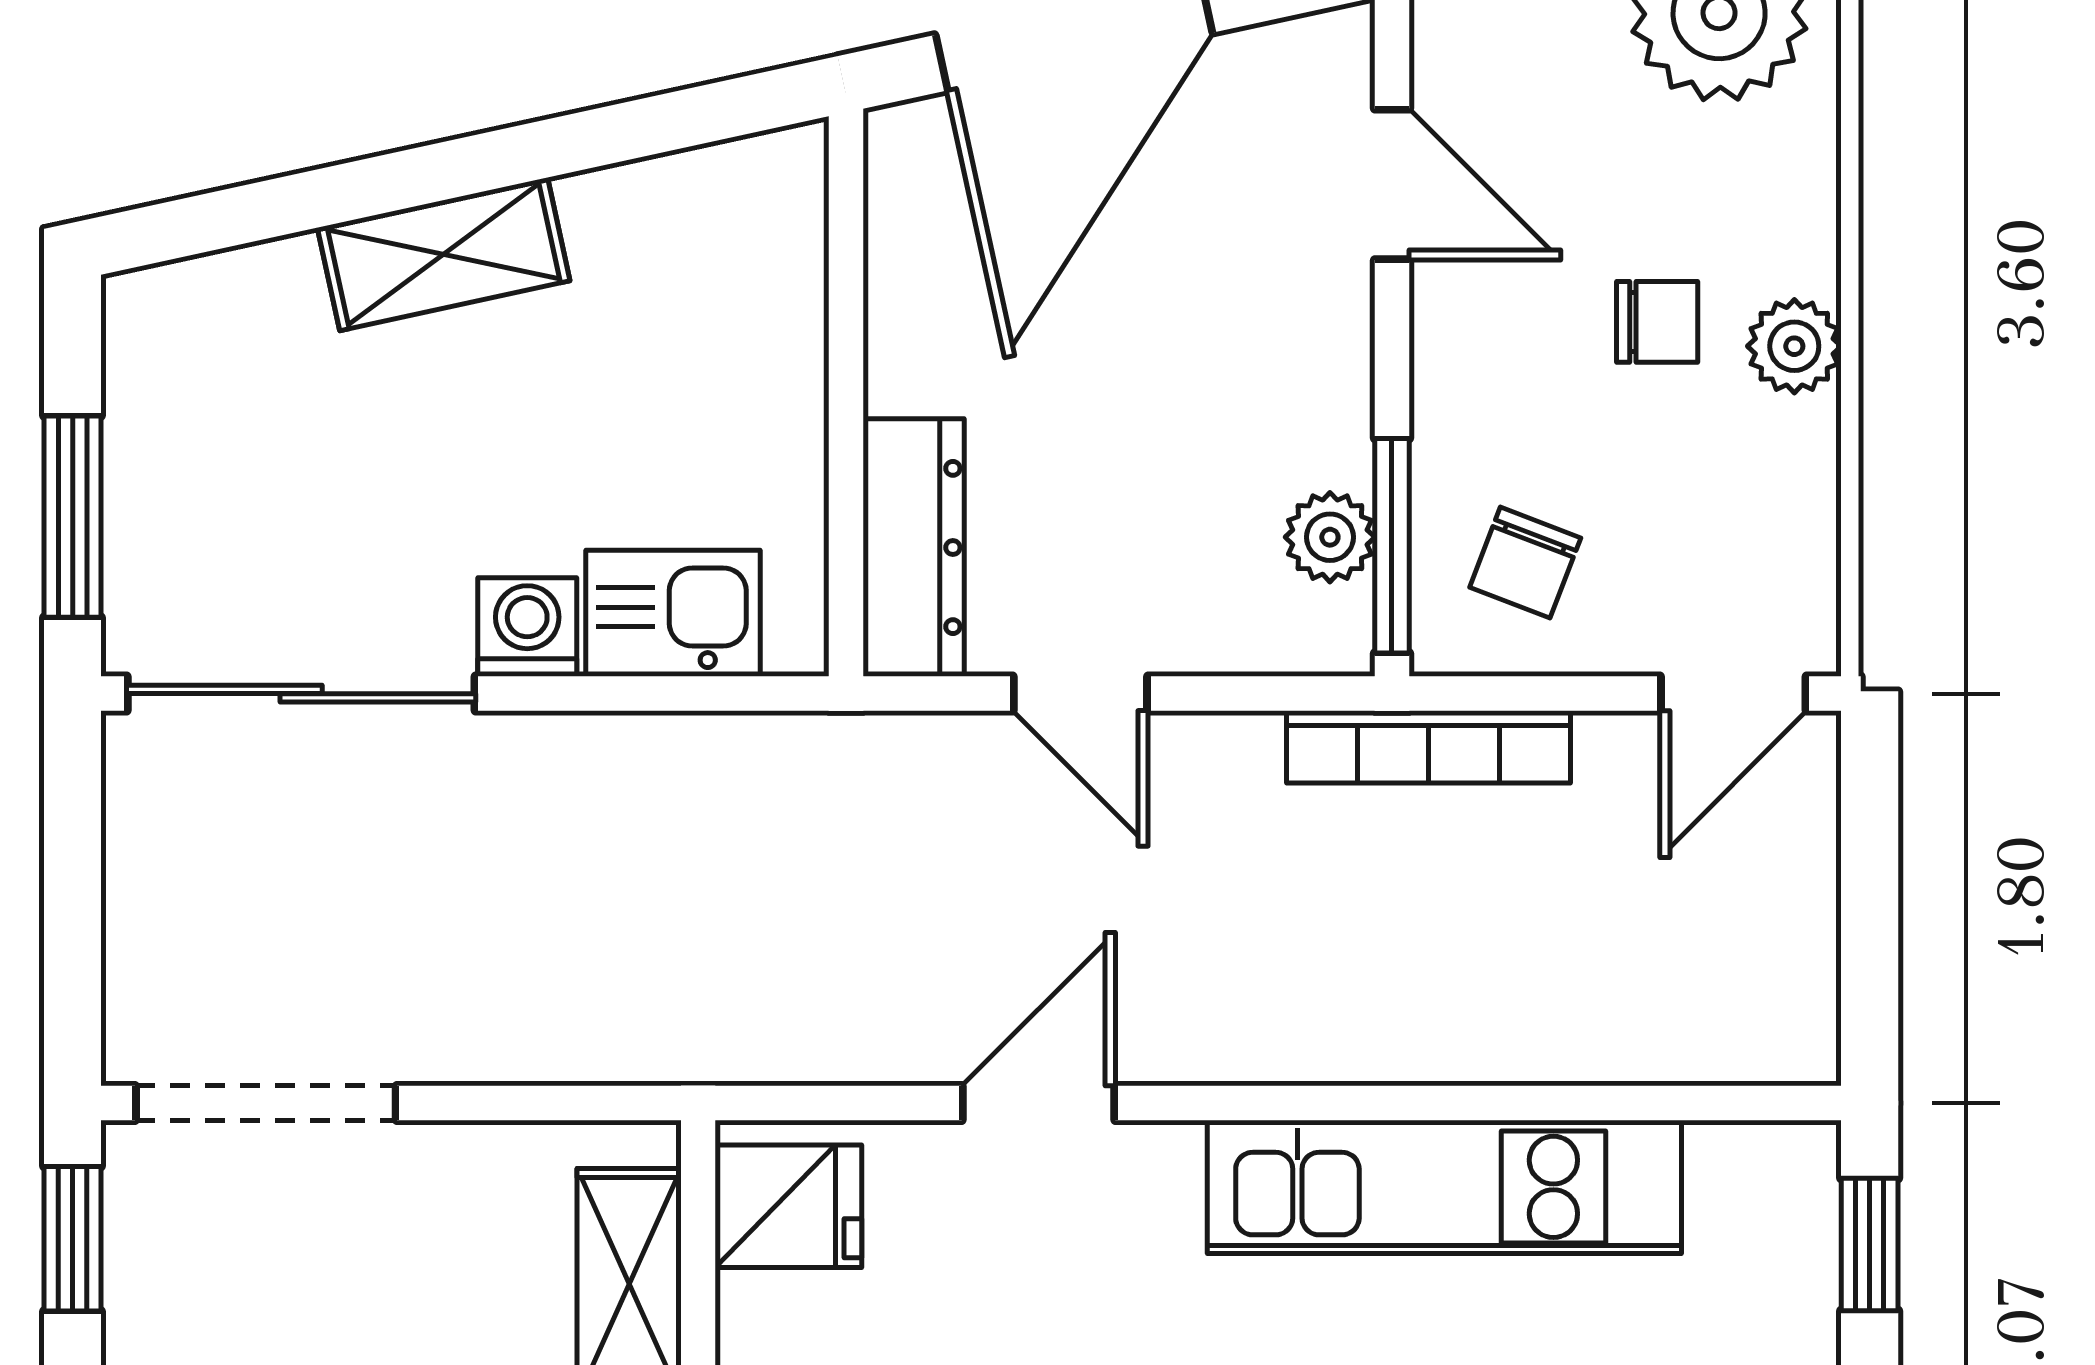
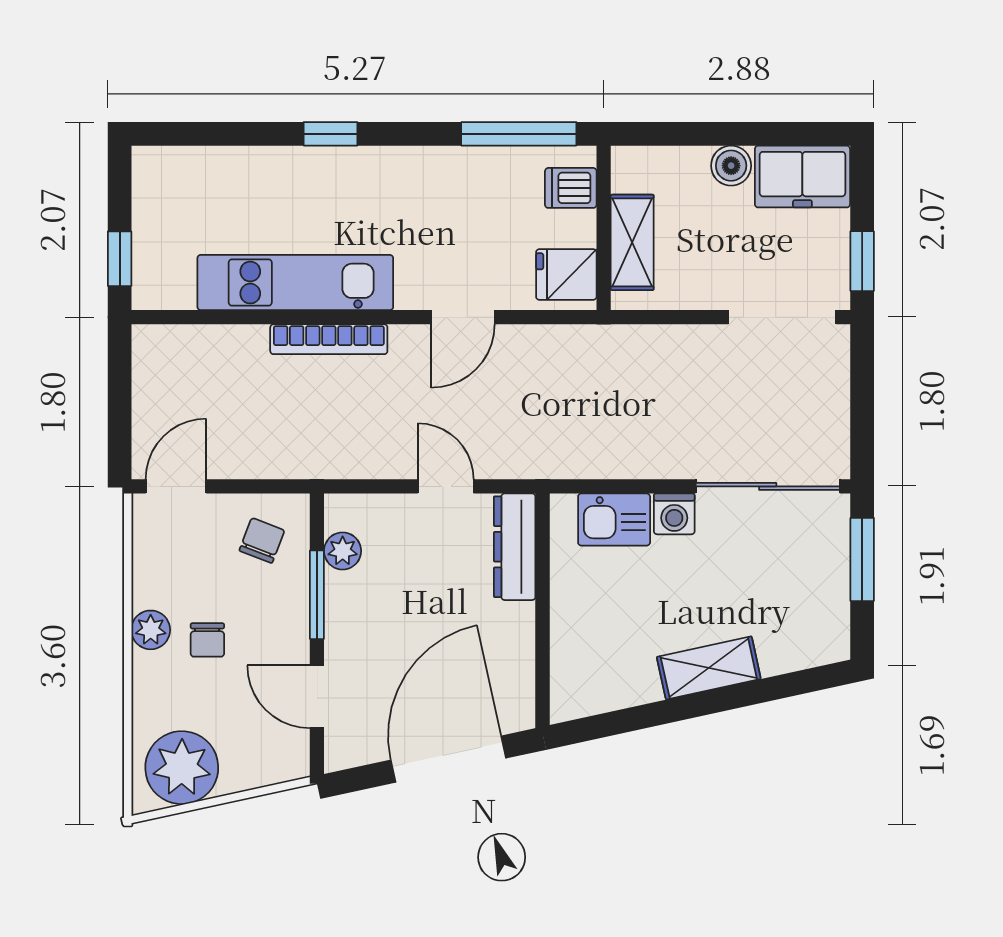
chair: (1657, 322) -> (207, 640), turned -90
window: (1392, 546) -> (317, 595), moved
bookcase: (1428, 747) -> (329, 339), moved, turned 180

